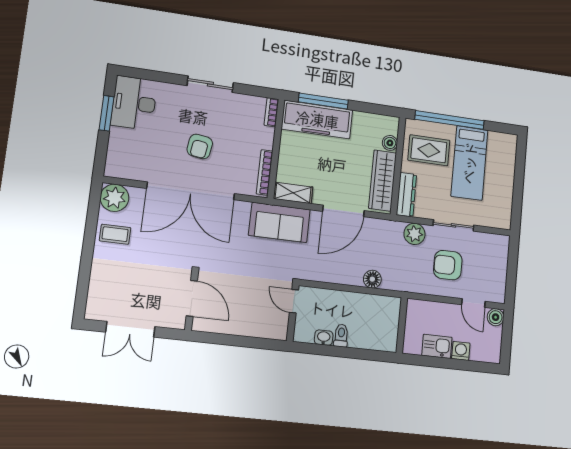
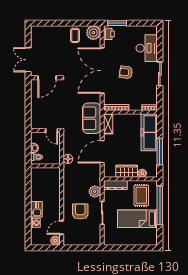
window: (323, 101) -> (160, 152), moved
desk: (134, 103) -> (147, 48), moved, turned 90
window: (107, 113) -> (117, 23), moved
printer: (121, 169) -> (109, 34), added
wardrobe: (383, 181) -> (127, 171), width x0.67
door: (343, 211) -> (102, 152), hinge flipped
floor lamp: (372, 279) -> (68, 159), moved
door: (294, 301) -> (52, 130), swing flipped
wall: (402, 325) -> (45, 166), moved
double door: (130, 329) -> (28, 60), moved

